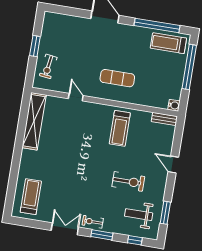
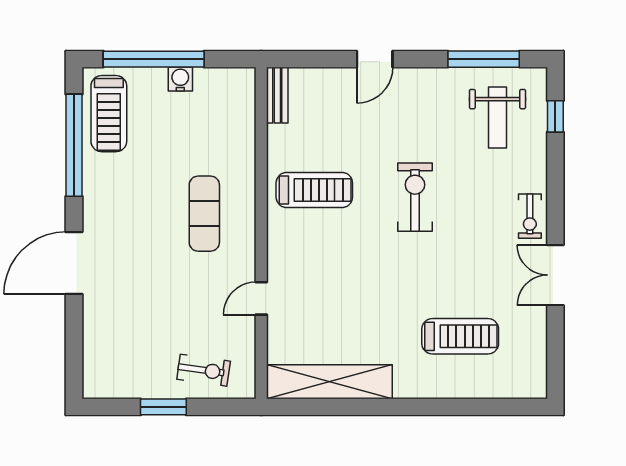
water cooler: (174, 105) -> (180, 79), moved
exercise bike: (128, 181) -> (415, 197), moved
treadmill: (31, 197) -> (460, 336), moved, turned 180
window: (165, 213) -> (484, 59), width x1.44
window: (102, 235) -> (555, 191), removed

